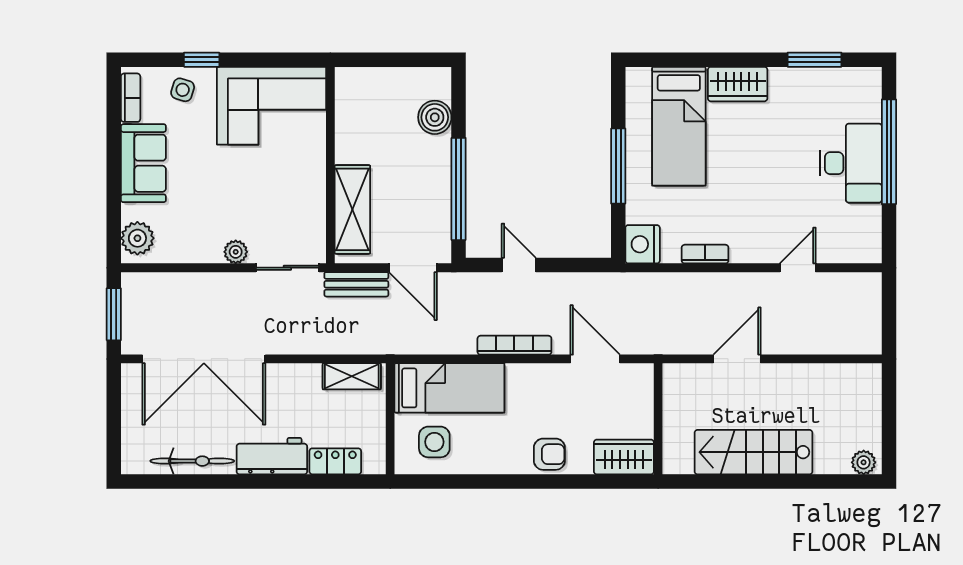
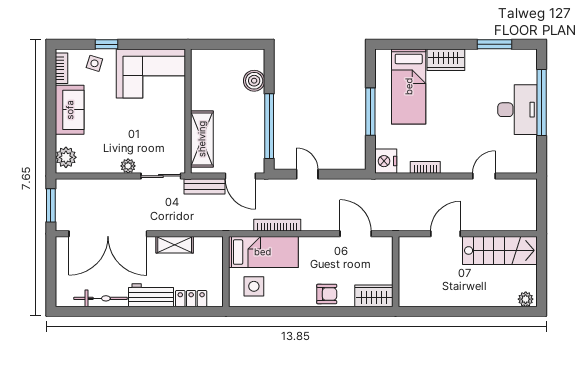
bookcase: (514, 345) -> (277, 225), moved
shelving: (352, 376) -> (175, 245), moved
stairs: (754, 452) -> (500, 250), moved, turned 180

